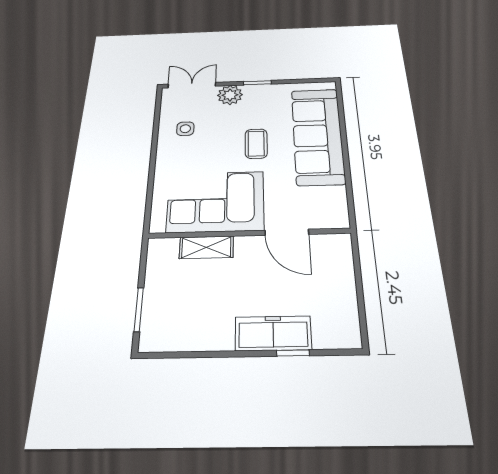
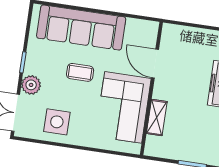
side table: (185, 129) -> (57, 122), width x1.87, depth x1.87
door: (287, 232) -> (155, 64), swing flipped

